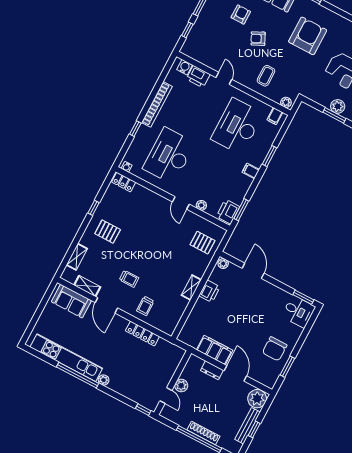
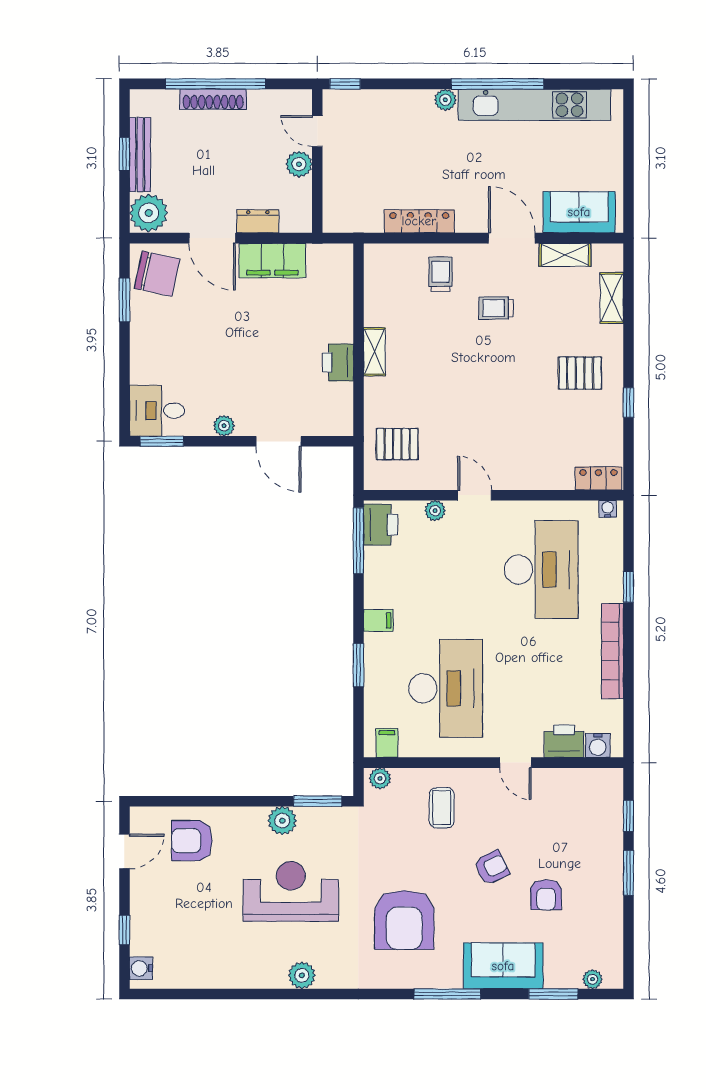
window: (334, 115) -> (318, 801), moved
window: (241, 210) -> (358, 541), width x1.44
plant: (223, 264) -> (224, 426), moved
chair: (275, 349) -> (157, 274), moved, turned 102

